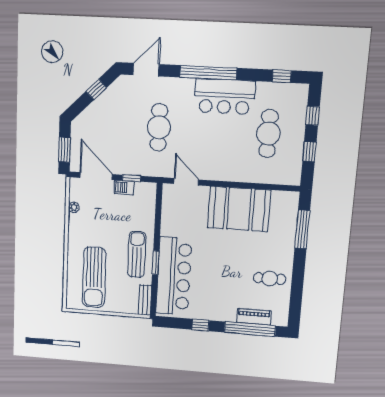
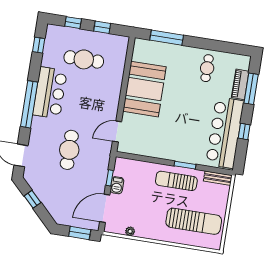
cafe table: (159, 127) -> (69, 150), turned 90
bar counter: (174, 276) -> (225, 133), moved, turned -90
window: (250, 329) -> (251, 89), width x0.68

